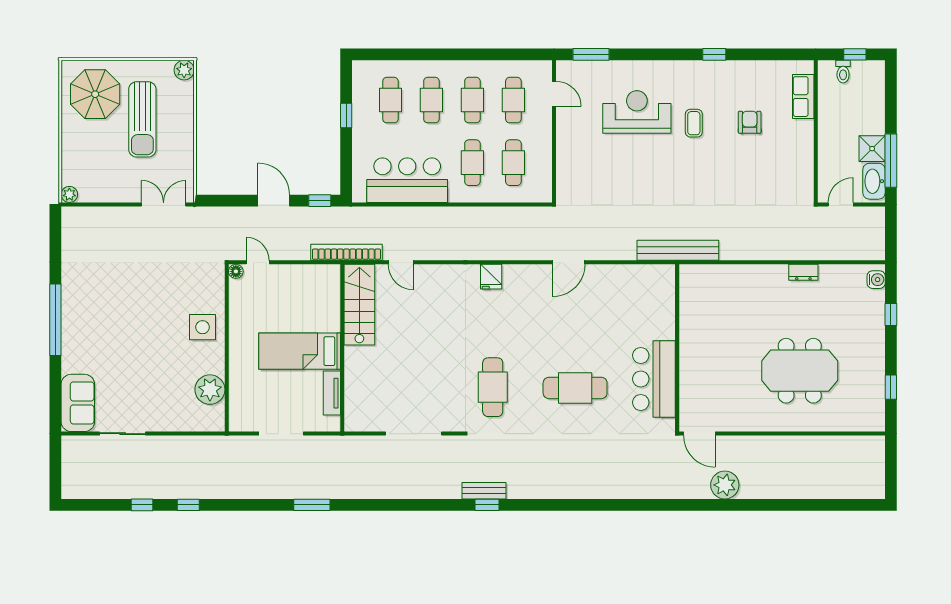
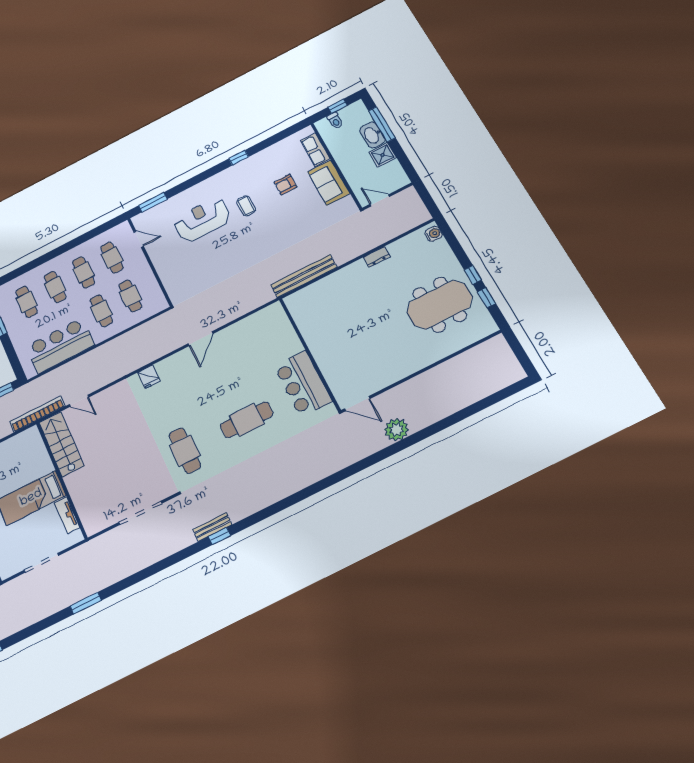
armchair: (750, 122) -> (286, 185), turned -90
sofa: (798, 148) -> (329, 183), added
window: (891, 161) -> (382, 124), moved
washbasin: (874, 181) -> (372, 135), moved
door: (841, 205) -> (380, 200), hinge flipped
bench: (678, 250) -> (304, 276), moved
window: (891, 315) -> (473, 275), moved
meeting table: (800, 371) -> (440, 305), moved

